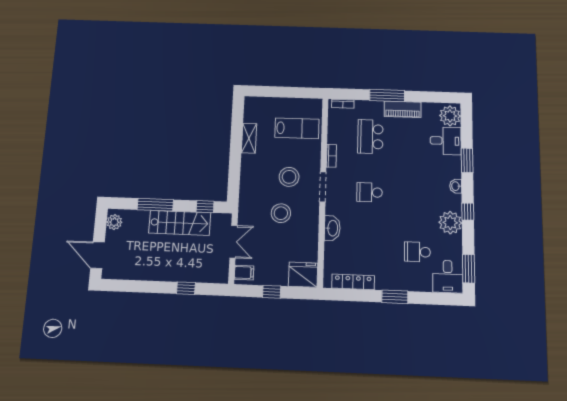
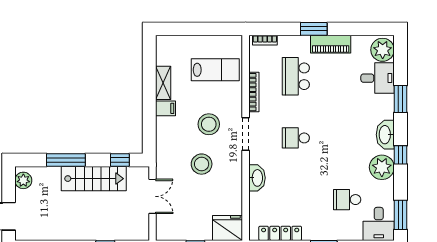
window: (387, 95) -> (314, 29), width x0.69
bookcase: (331, 156) -> (254, 92), width x1.56
washbasin: (456, 186) -> (385, 135), width x1.91, depth x1.45
filing cabinet: (244, 273) -> (165, 108), moved

